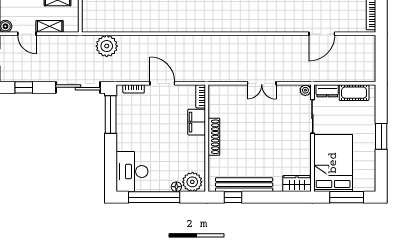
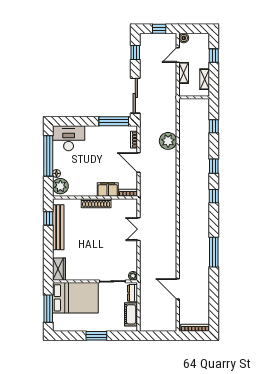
plant: (107, 46) -> (168, 141), moved
door: (162, 83) -> (139, 162), swing flipped
double door: (262, 83) -> (139, 229), moved

